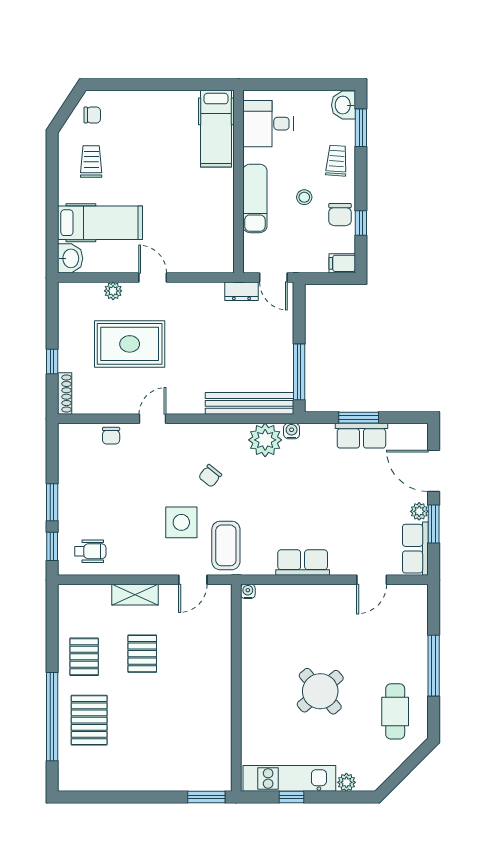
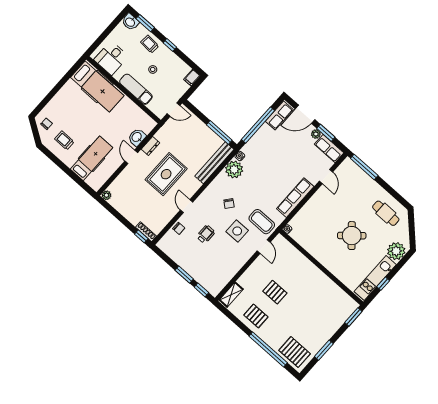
hospital bed: (216, 129) -> (97, 86), width x1.37, depth x1.29
chair: (340, 215) -> (172, 62), removed
window: (361, 223) -> (170, 45), moved
washbasin: (70, 258) -> (137, 137), moved, turned -90
door: (153, 278) -> (131, 157), hinge flipped
plant: (113, 291) -> (106, 195), moved
dresser: (242, 291) -> (151, 146), moved
rug: (130, 344) -> (166, 174), moved
window: (52, 361) -> (141, 236), moved
window: (359, 418) -> (258, 125), width x2.11
row of seats: (361, 436) -> (279, 115), moved
wheelchair: (90, 551) -> (206, 234), moved
row of seats: (303, 563) -> (295, 198), width x1.48
shelving: (135, 595) -> (231, 295), moved
window: (434, 666) -> (364, 167), moved
pallet: (89, 720) -> (295, 352), moved
plant: (346, 782) -> (396, 251), width x1.88, depth x1.88
window: (122, 797) -> (324, 350), added

